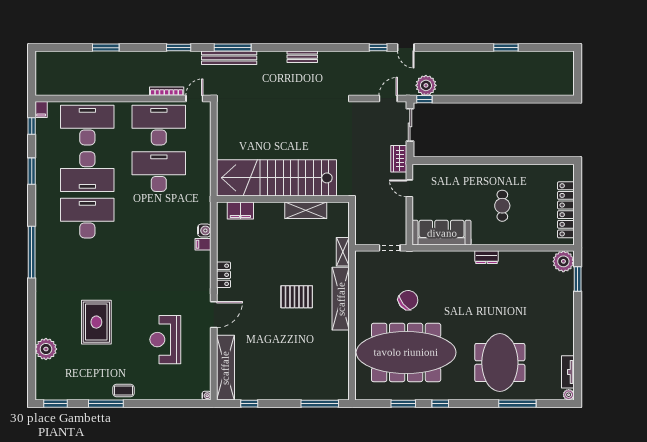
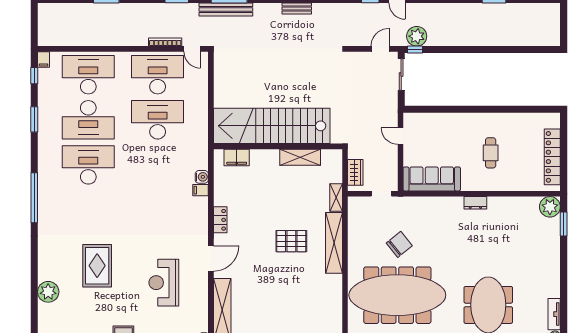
door: (194, 98) -> (192, 49), swing flipped
wardrobe: (399, 159) -> (355, 172), moved, turned 180

